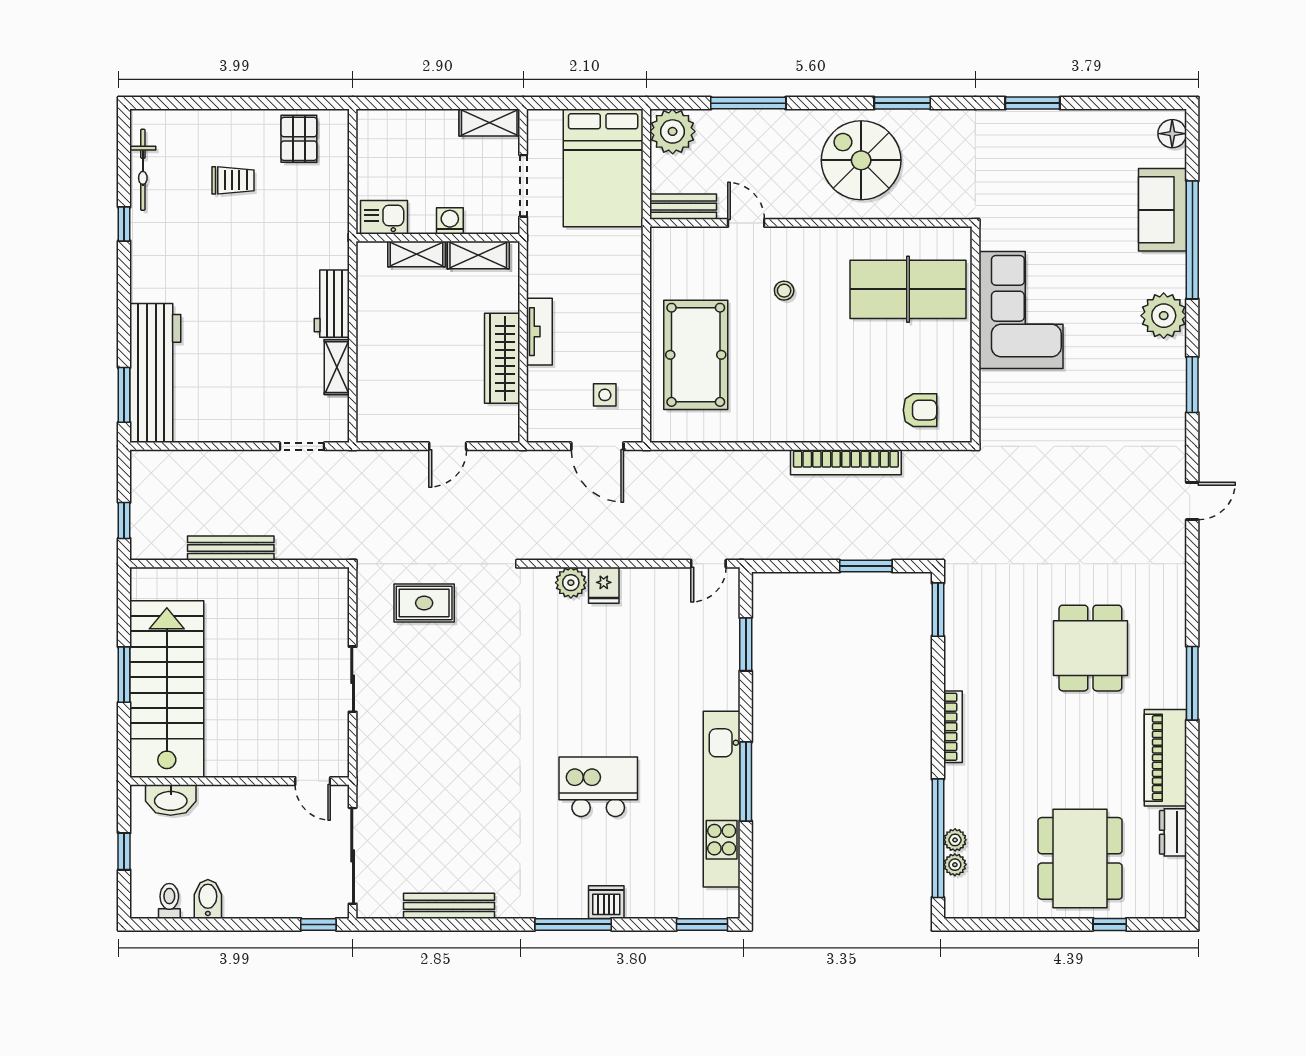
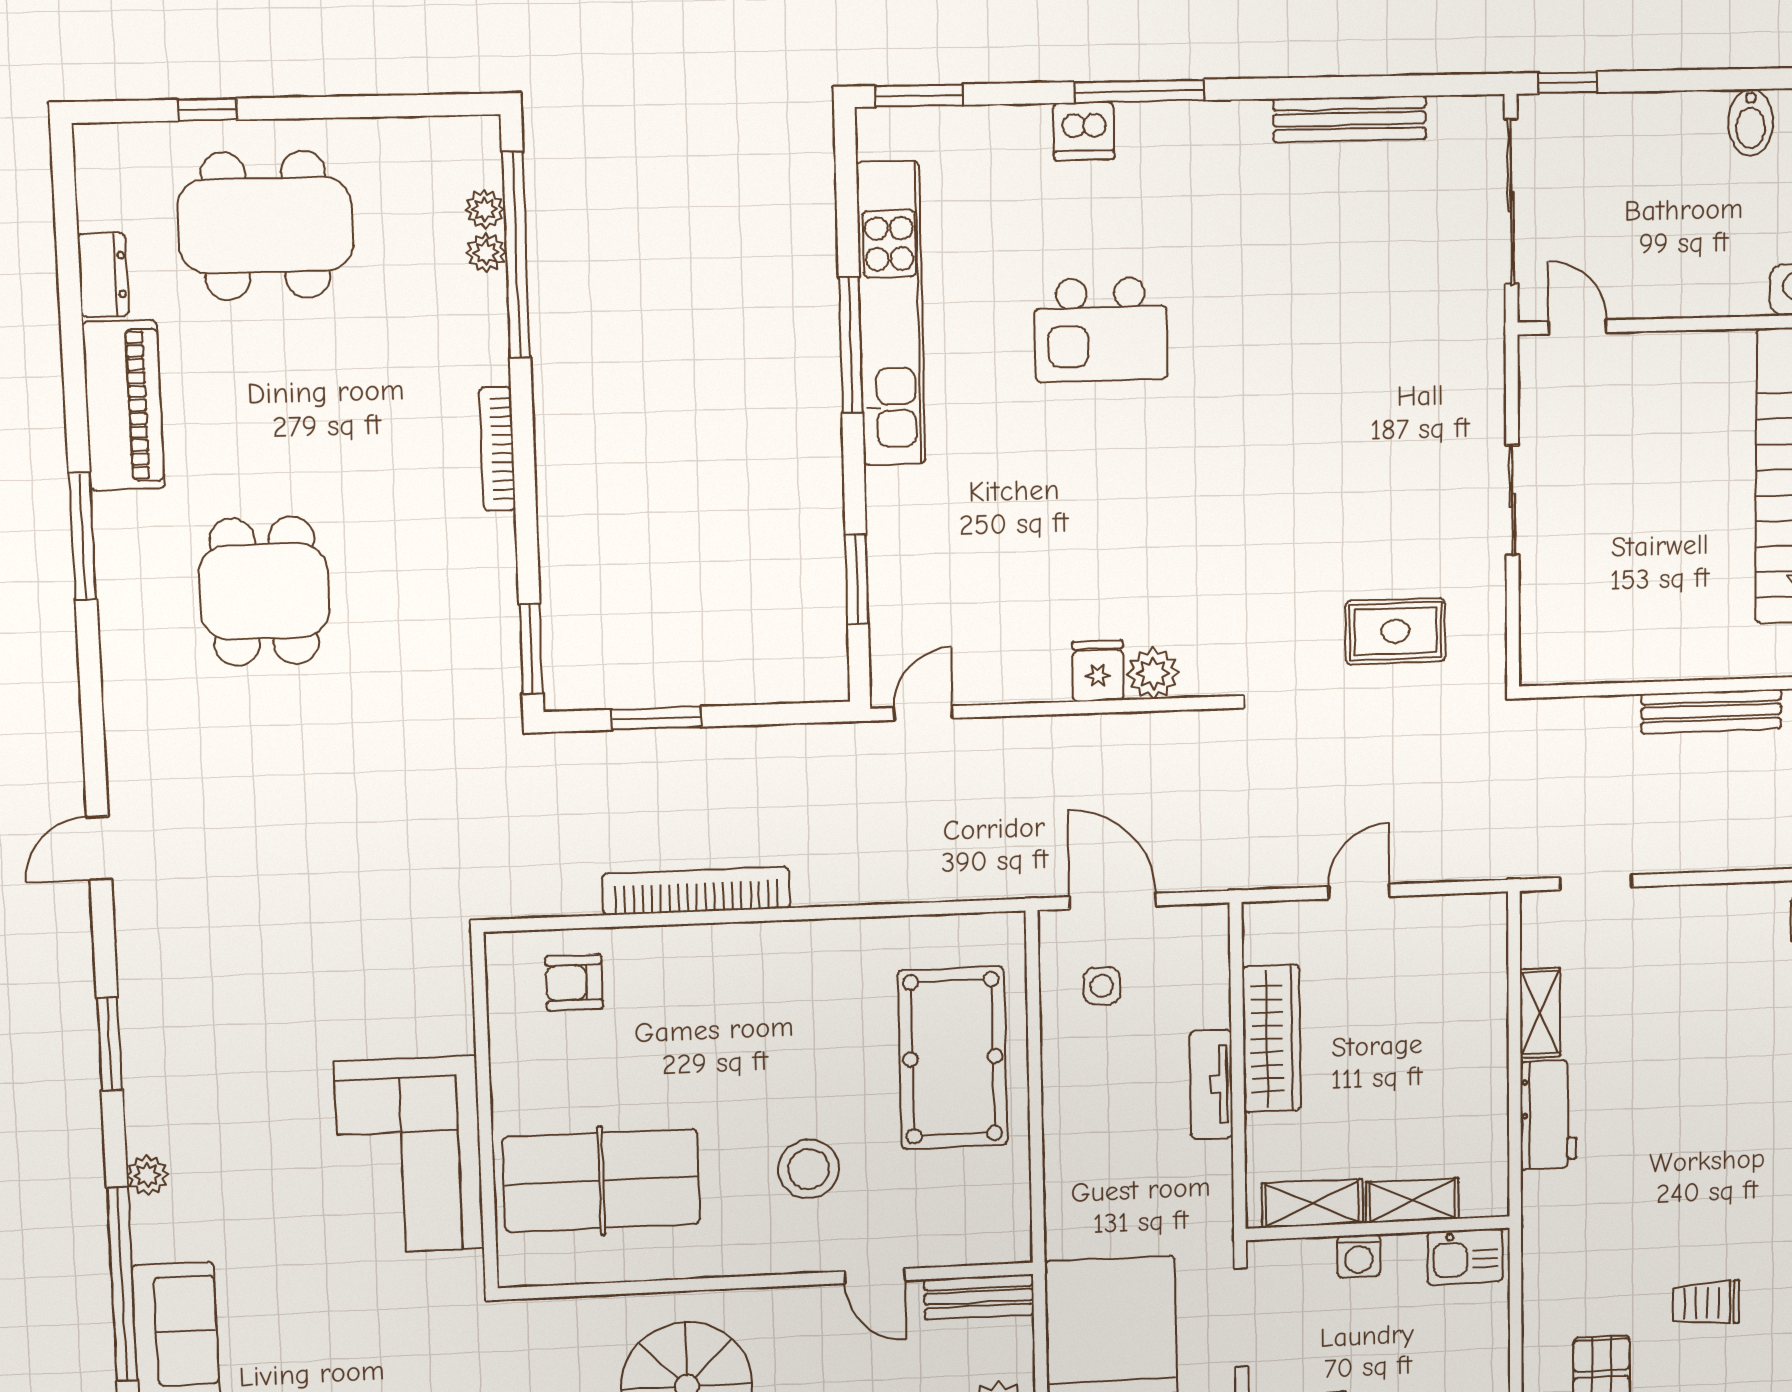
stool: (784, 291) -> (809, 1169), width x1.89, depth x1.89
plant: (1164, 316) -> (147, 1175), width x0.53, depth x0.53
dining table: (1080, 858) -> (265, 225), turned 90

